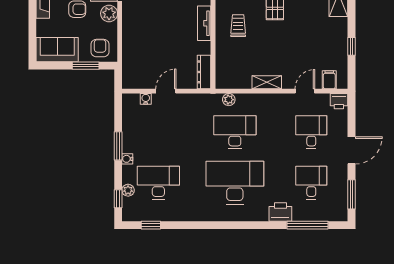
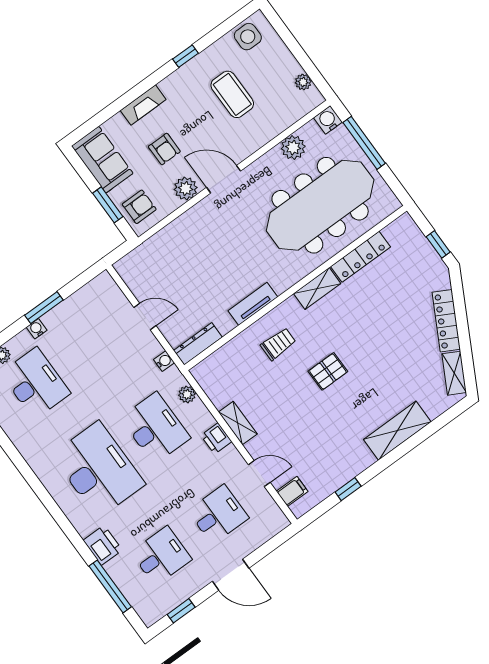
water cooler: (146, 99) -> (164, 361), moved
printer: (339, 101) -> (216, 438), moved
window: (351, 194) -> (181, 611), width x0.67

